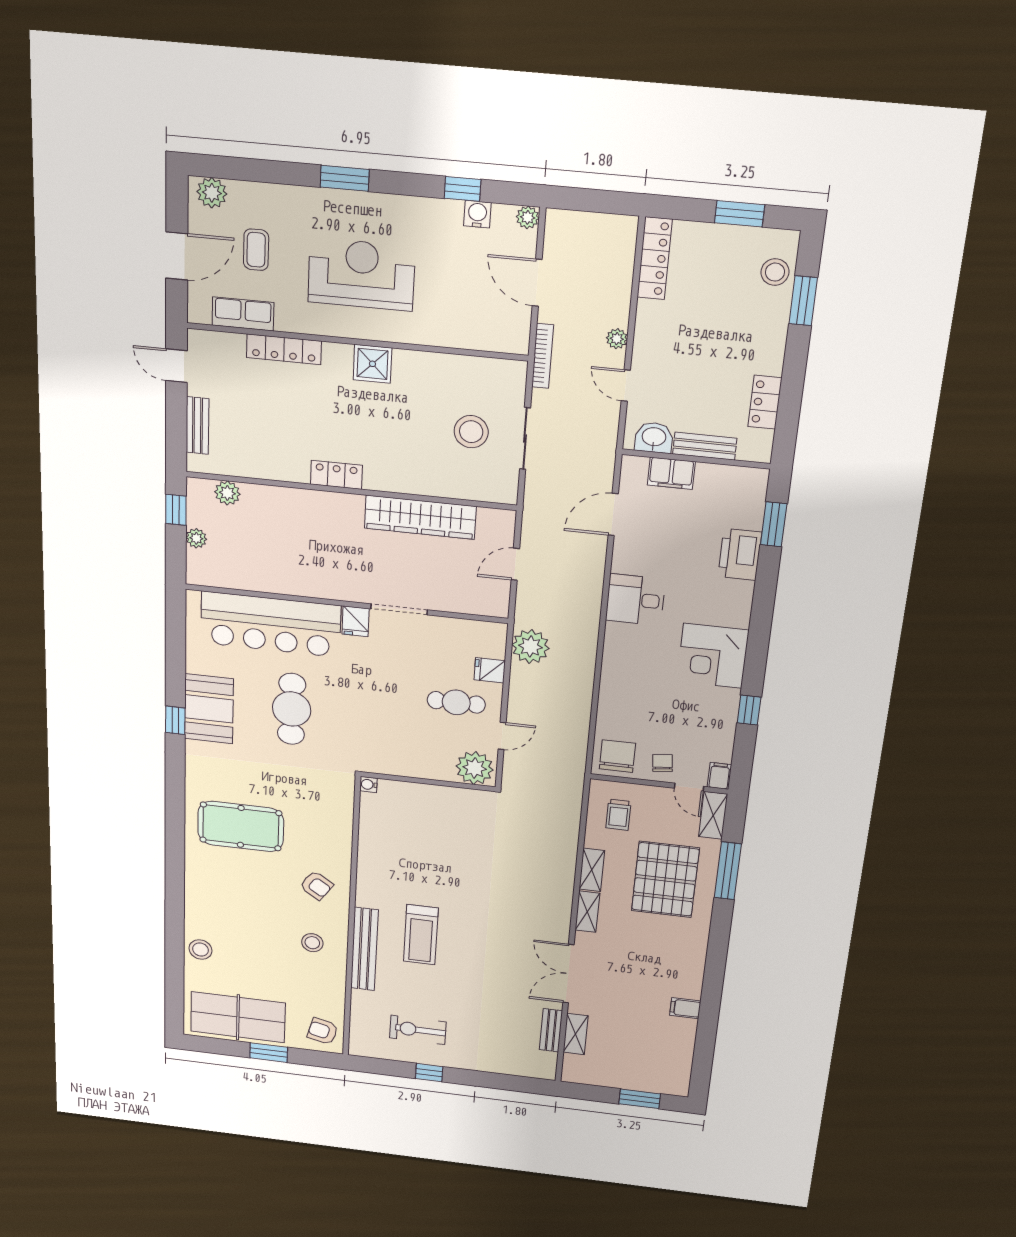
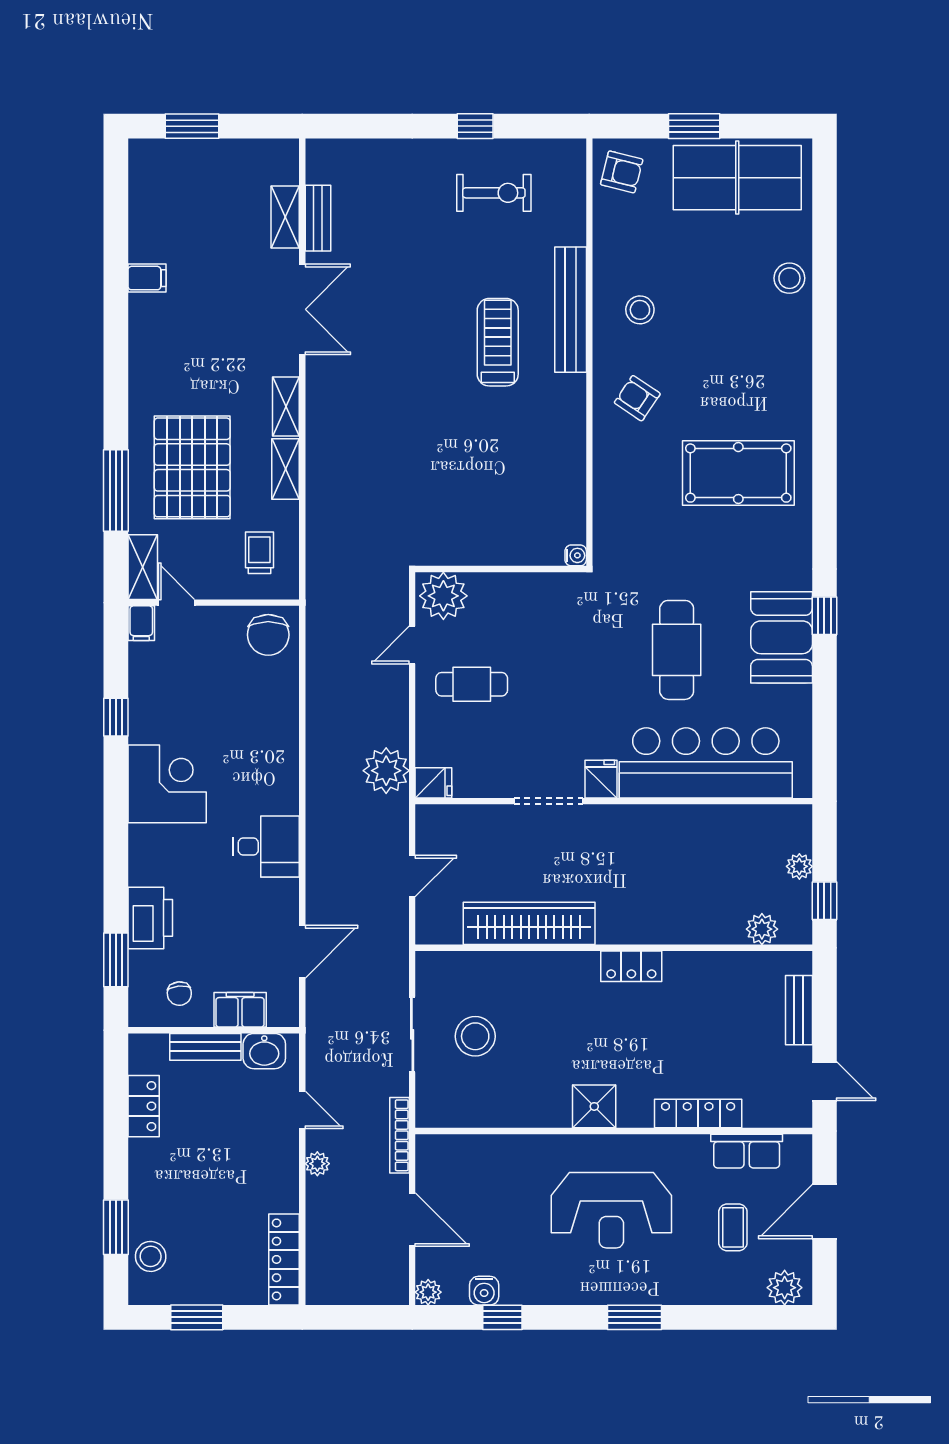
fridge: (490, 670) -> (433, 783), moved
chair: (663, 763) -> (179, 994), moved

